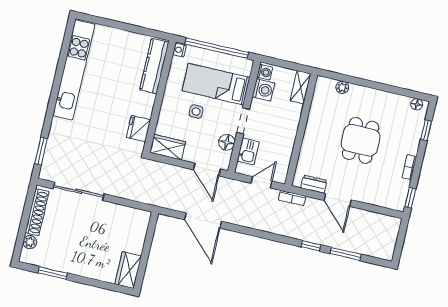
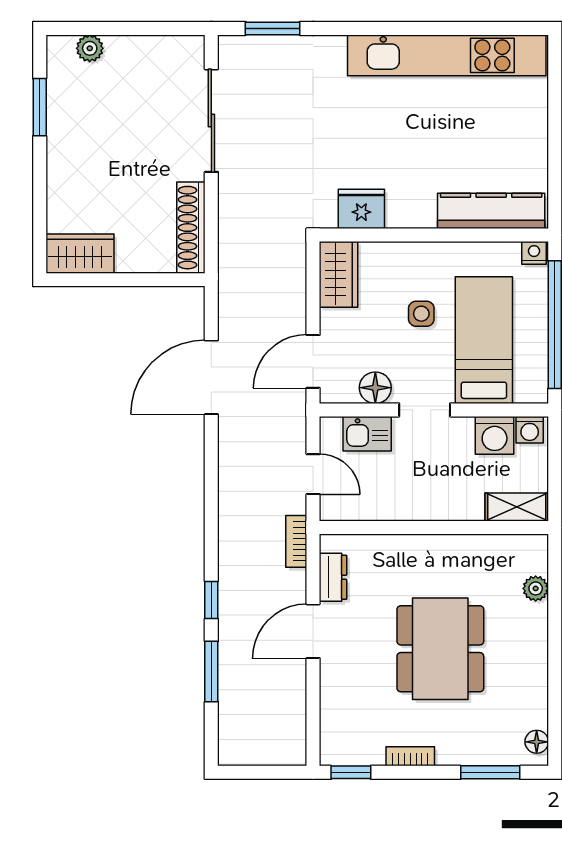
window: (426, 130) -> (490, 772), width x1.50
dining table: (361, 140) -> (440, 649), width x1.38
shoe rack: (37, 212) -> (191, 228), moved, turned 90

